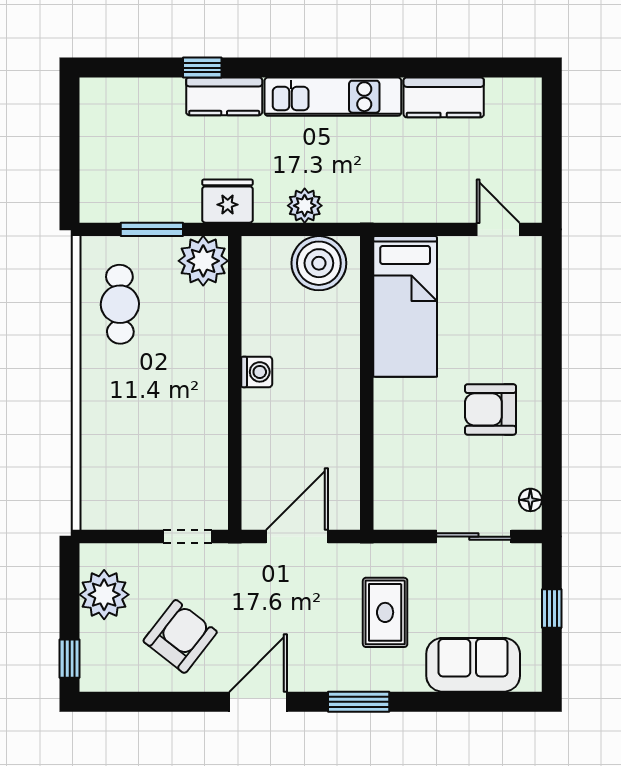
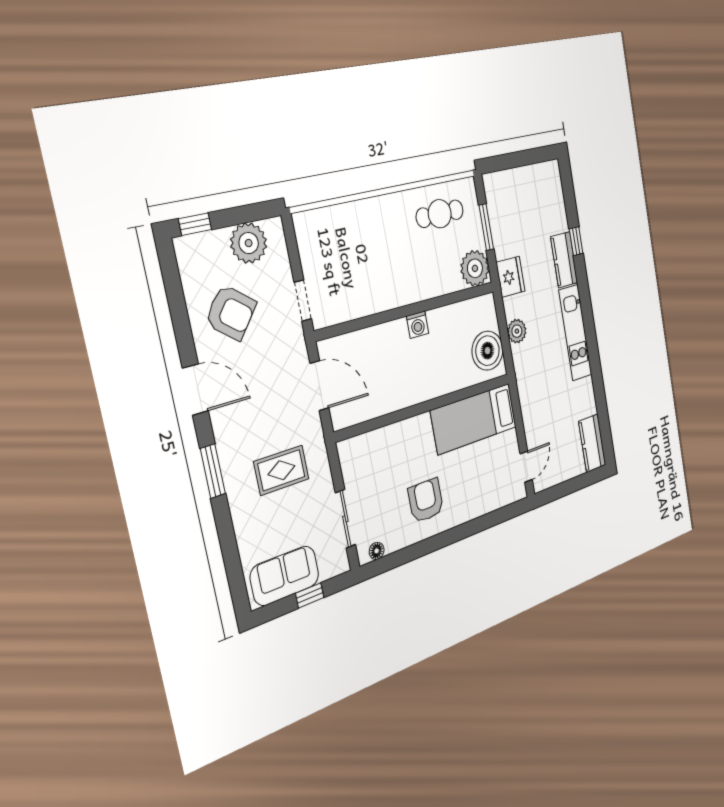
kitchen counter: (444, 97) -> (592, 443), moved
sofa: (473, 665) -> (285, 576), moved, turned -90

